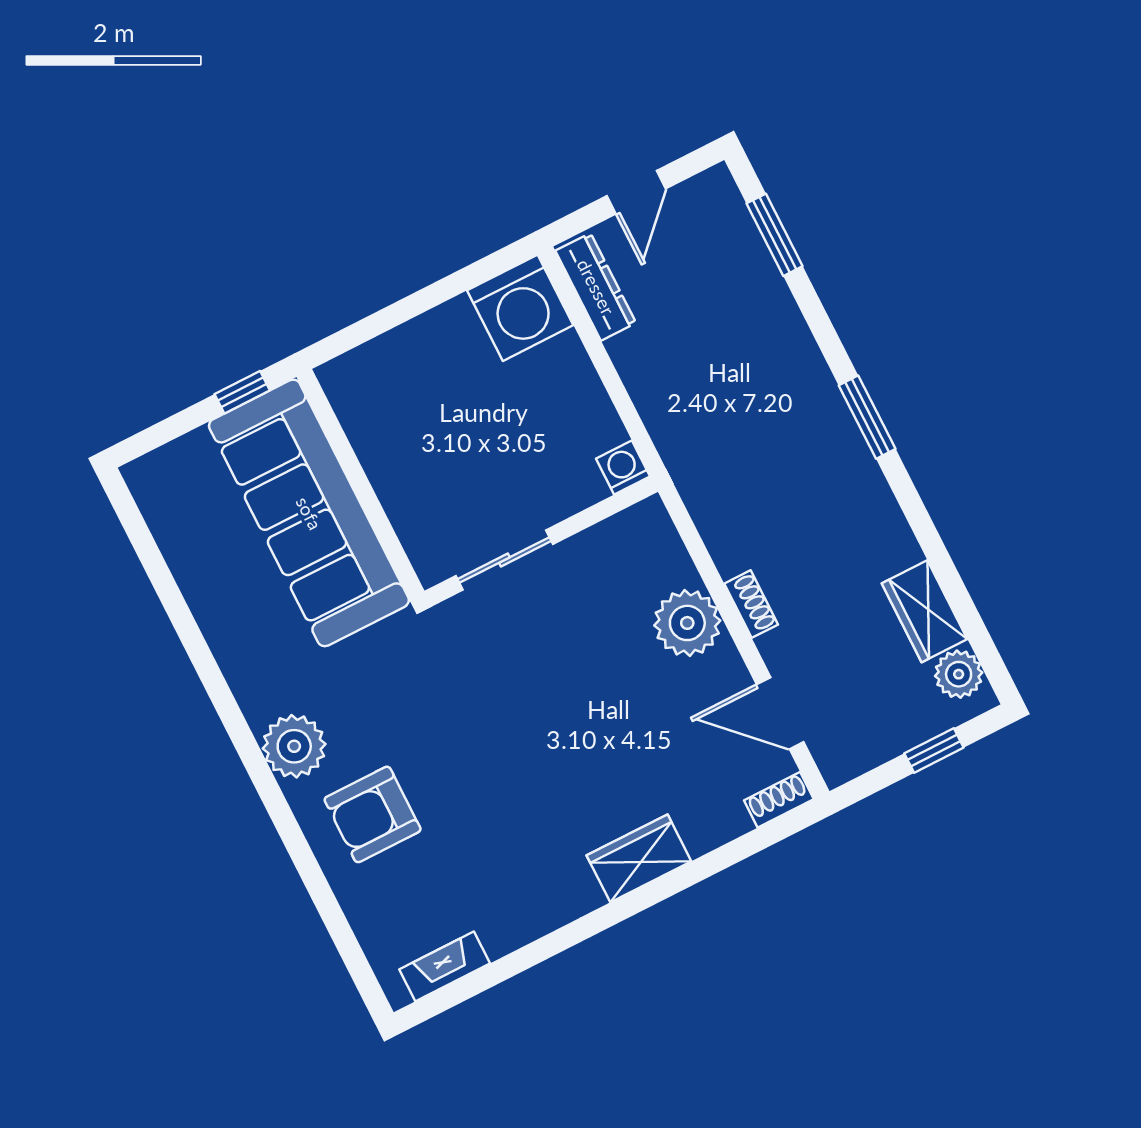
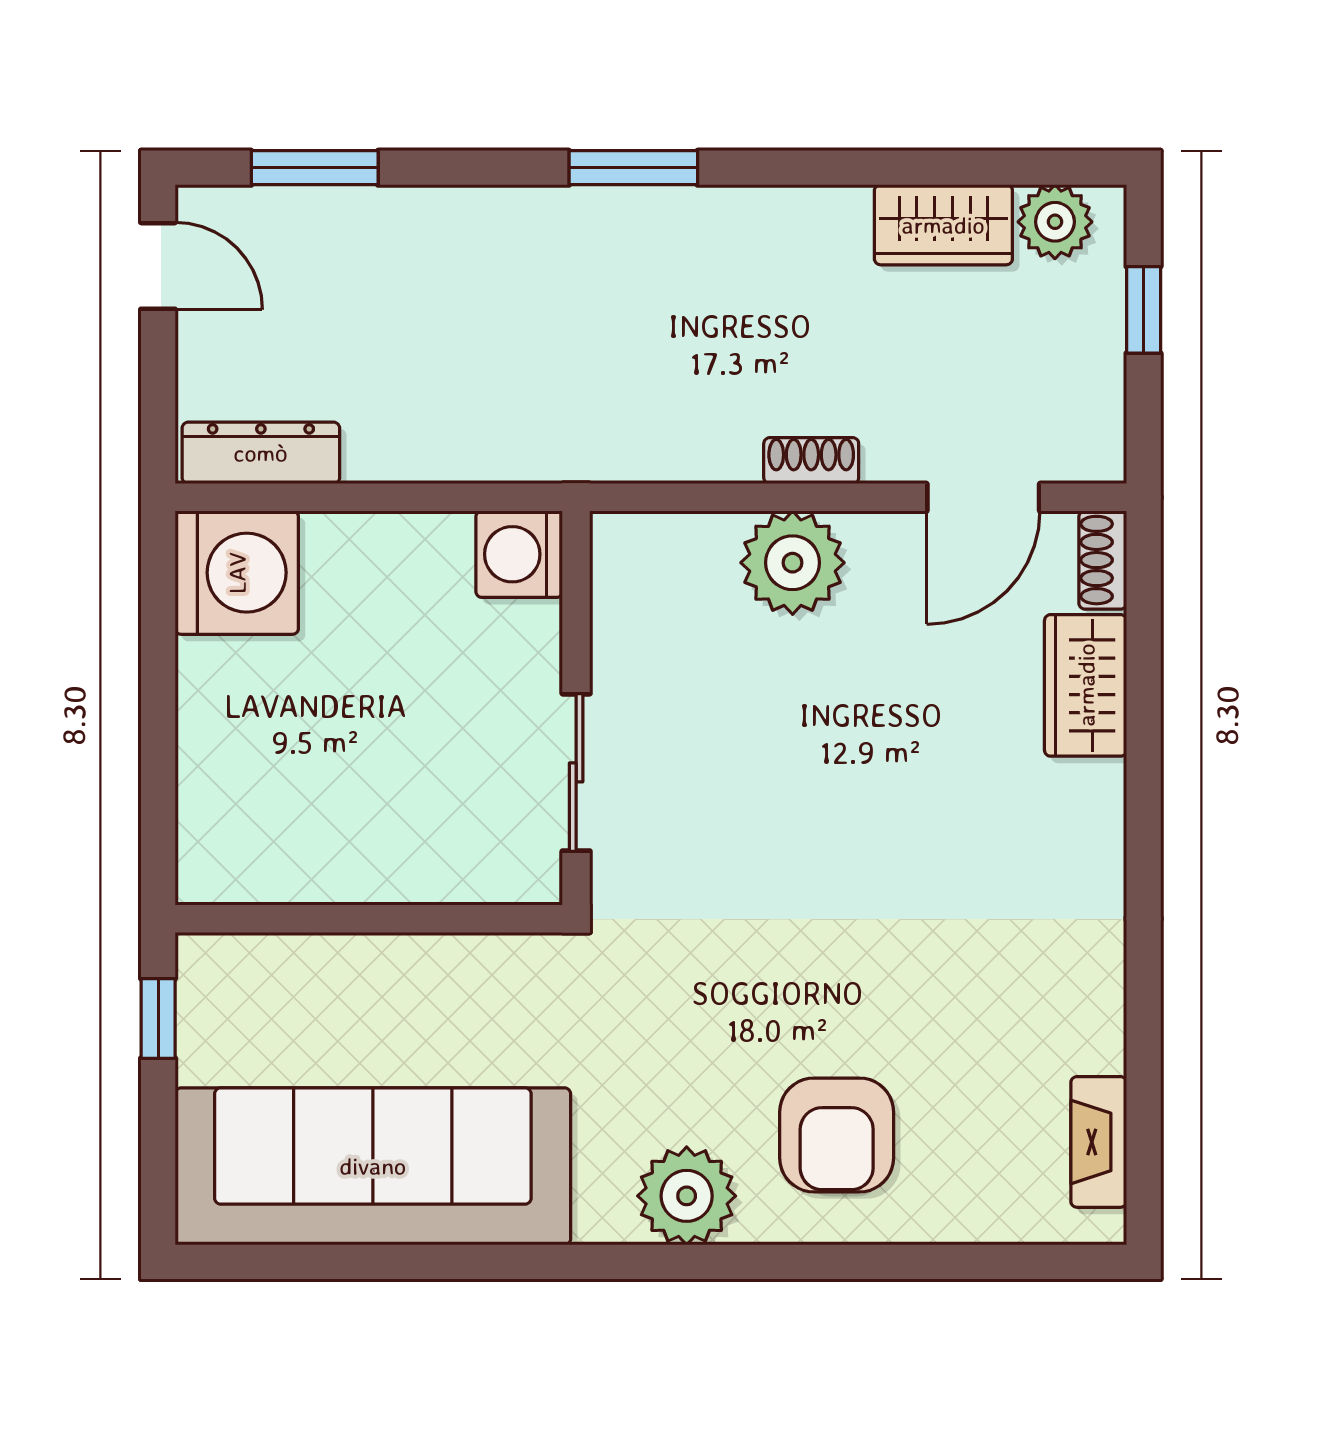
door: (636, 192) -> (158, 266), moved
washing machine: (623, 467) -> (519, 554), width x1.38, depth x1.38
sofa: (309, 513) -> (373, 1166), moved, turned 180
wardrobe: (639, 858) -> (1086, 685), moved

